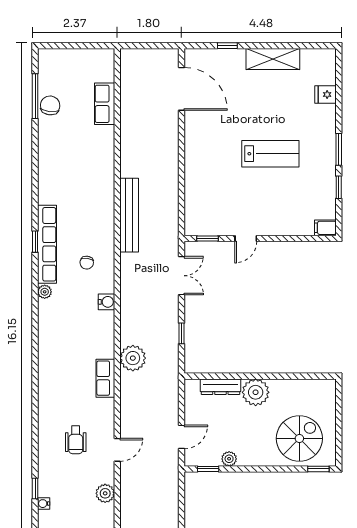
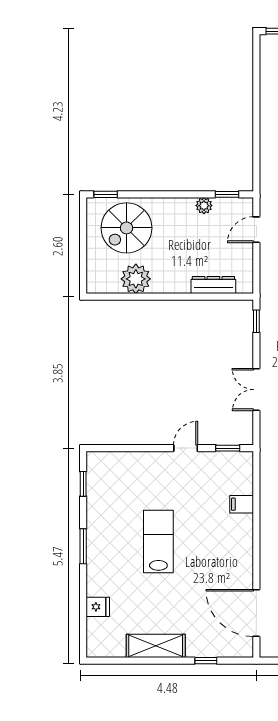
lab bench: (270, 154) -> (158, 542), turned 90
window: (339, 187) -> (83, 484), moved
filing cabinet: (325, 228) -> (242, 504), moved, turned 180
double door: (182, 276) -> (256, 390), moved
window: (182, 333) -> (256, 321), moved
plant: (256, 392) -> (136, 279), moved

